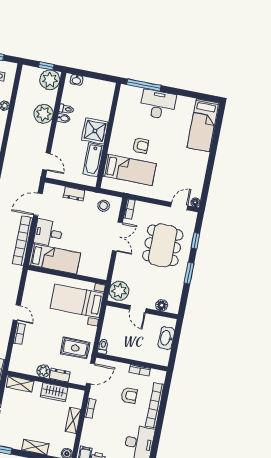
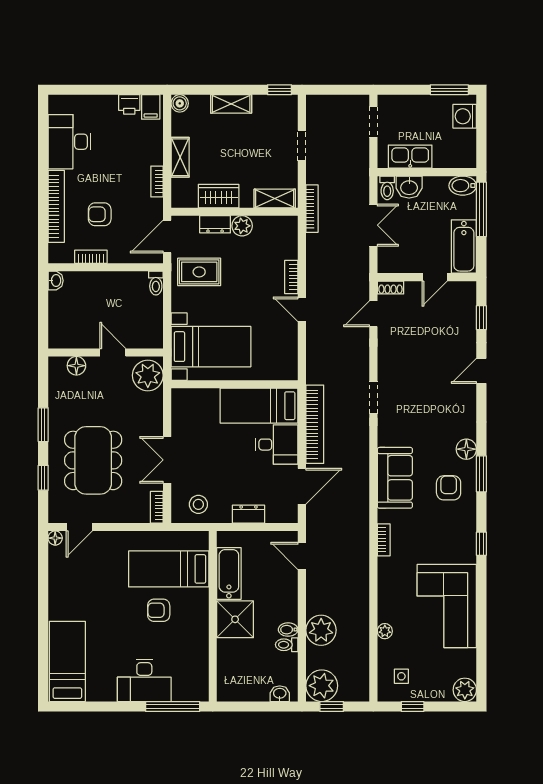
washbasin: (166, 338) -> (56, 281), moved, width x0.52, depth x0.69

